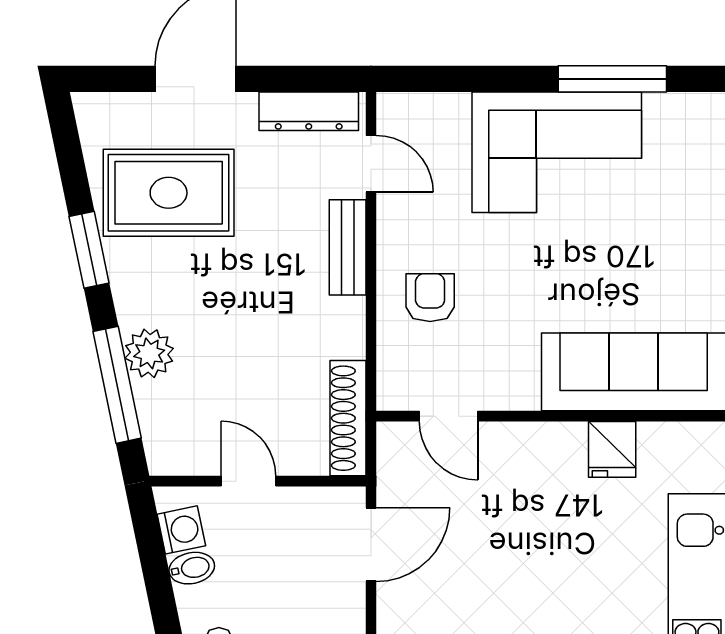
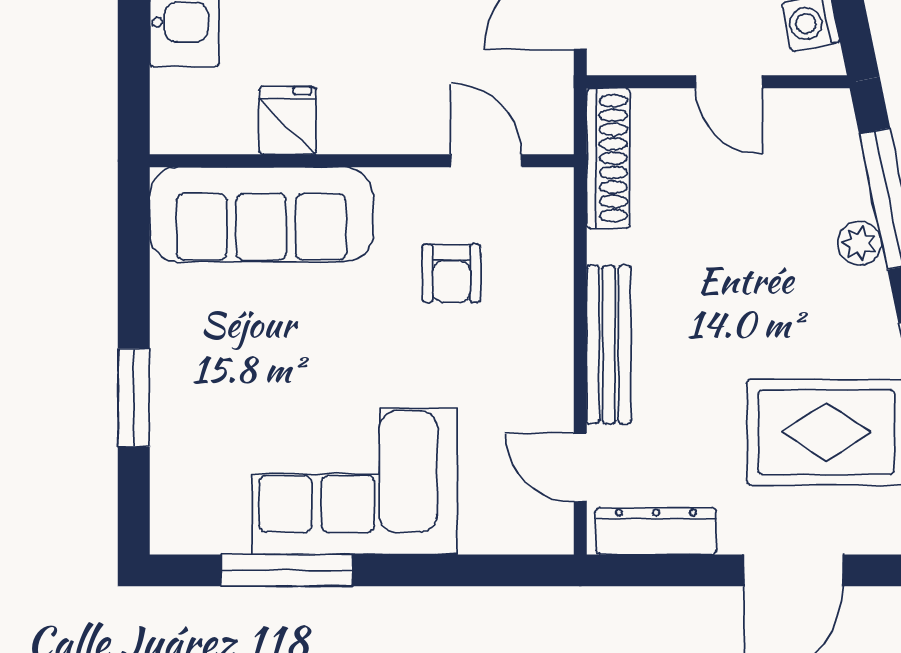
bench: (348, 247) -> (609, 345), width x1.36
armchair: (430, 298) -> (451, 273), moved
plant: (149, 353) -> (860, 243), width x0.73, depth x0.73

